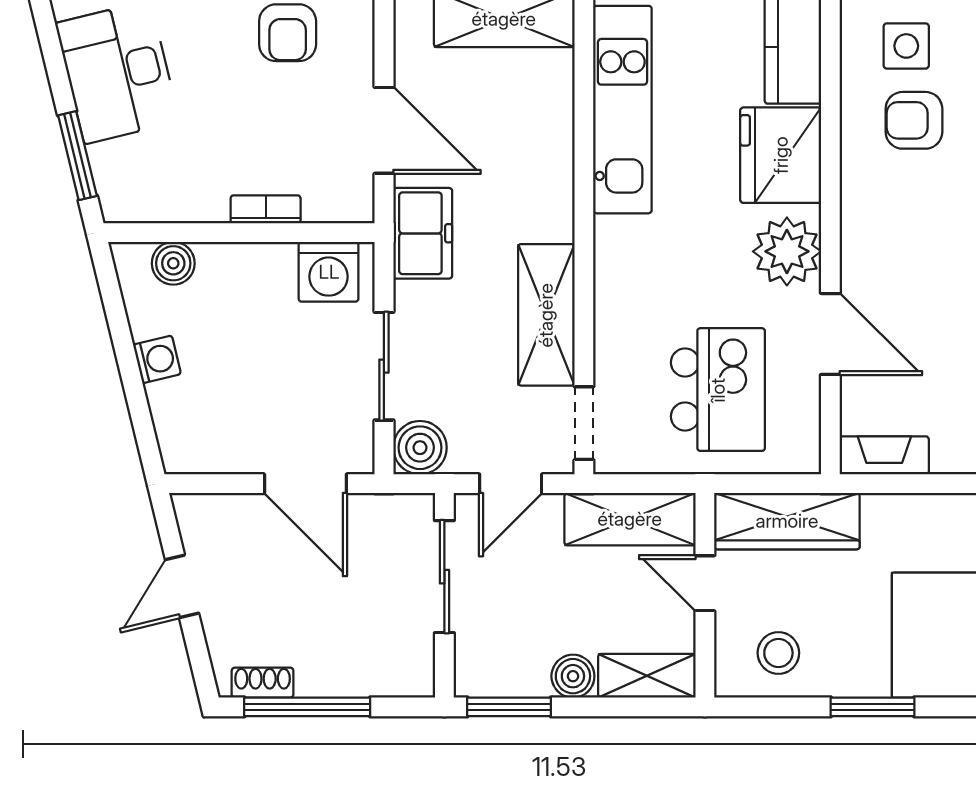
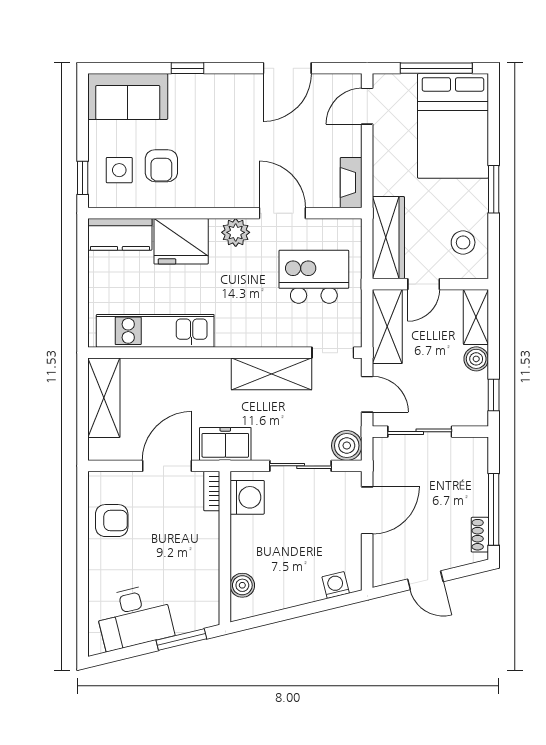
bookcase: (266, 209) -> (212, 491), moved
plant: (787, 251) -> (236, 232), width x0.73, depth x0.73
door: (830, 334) -> (282, 213), hinge flipped
washing machine: (157, 359) -> (336, 585), moved
window: (509, 707) -> (494, 395), width x0.67

